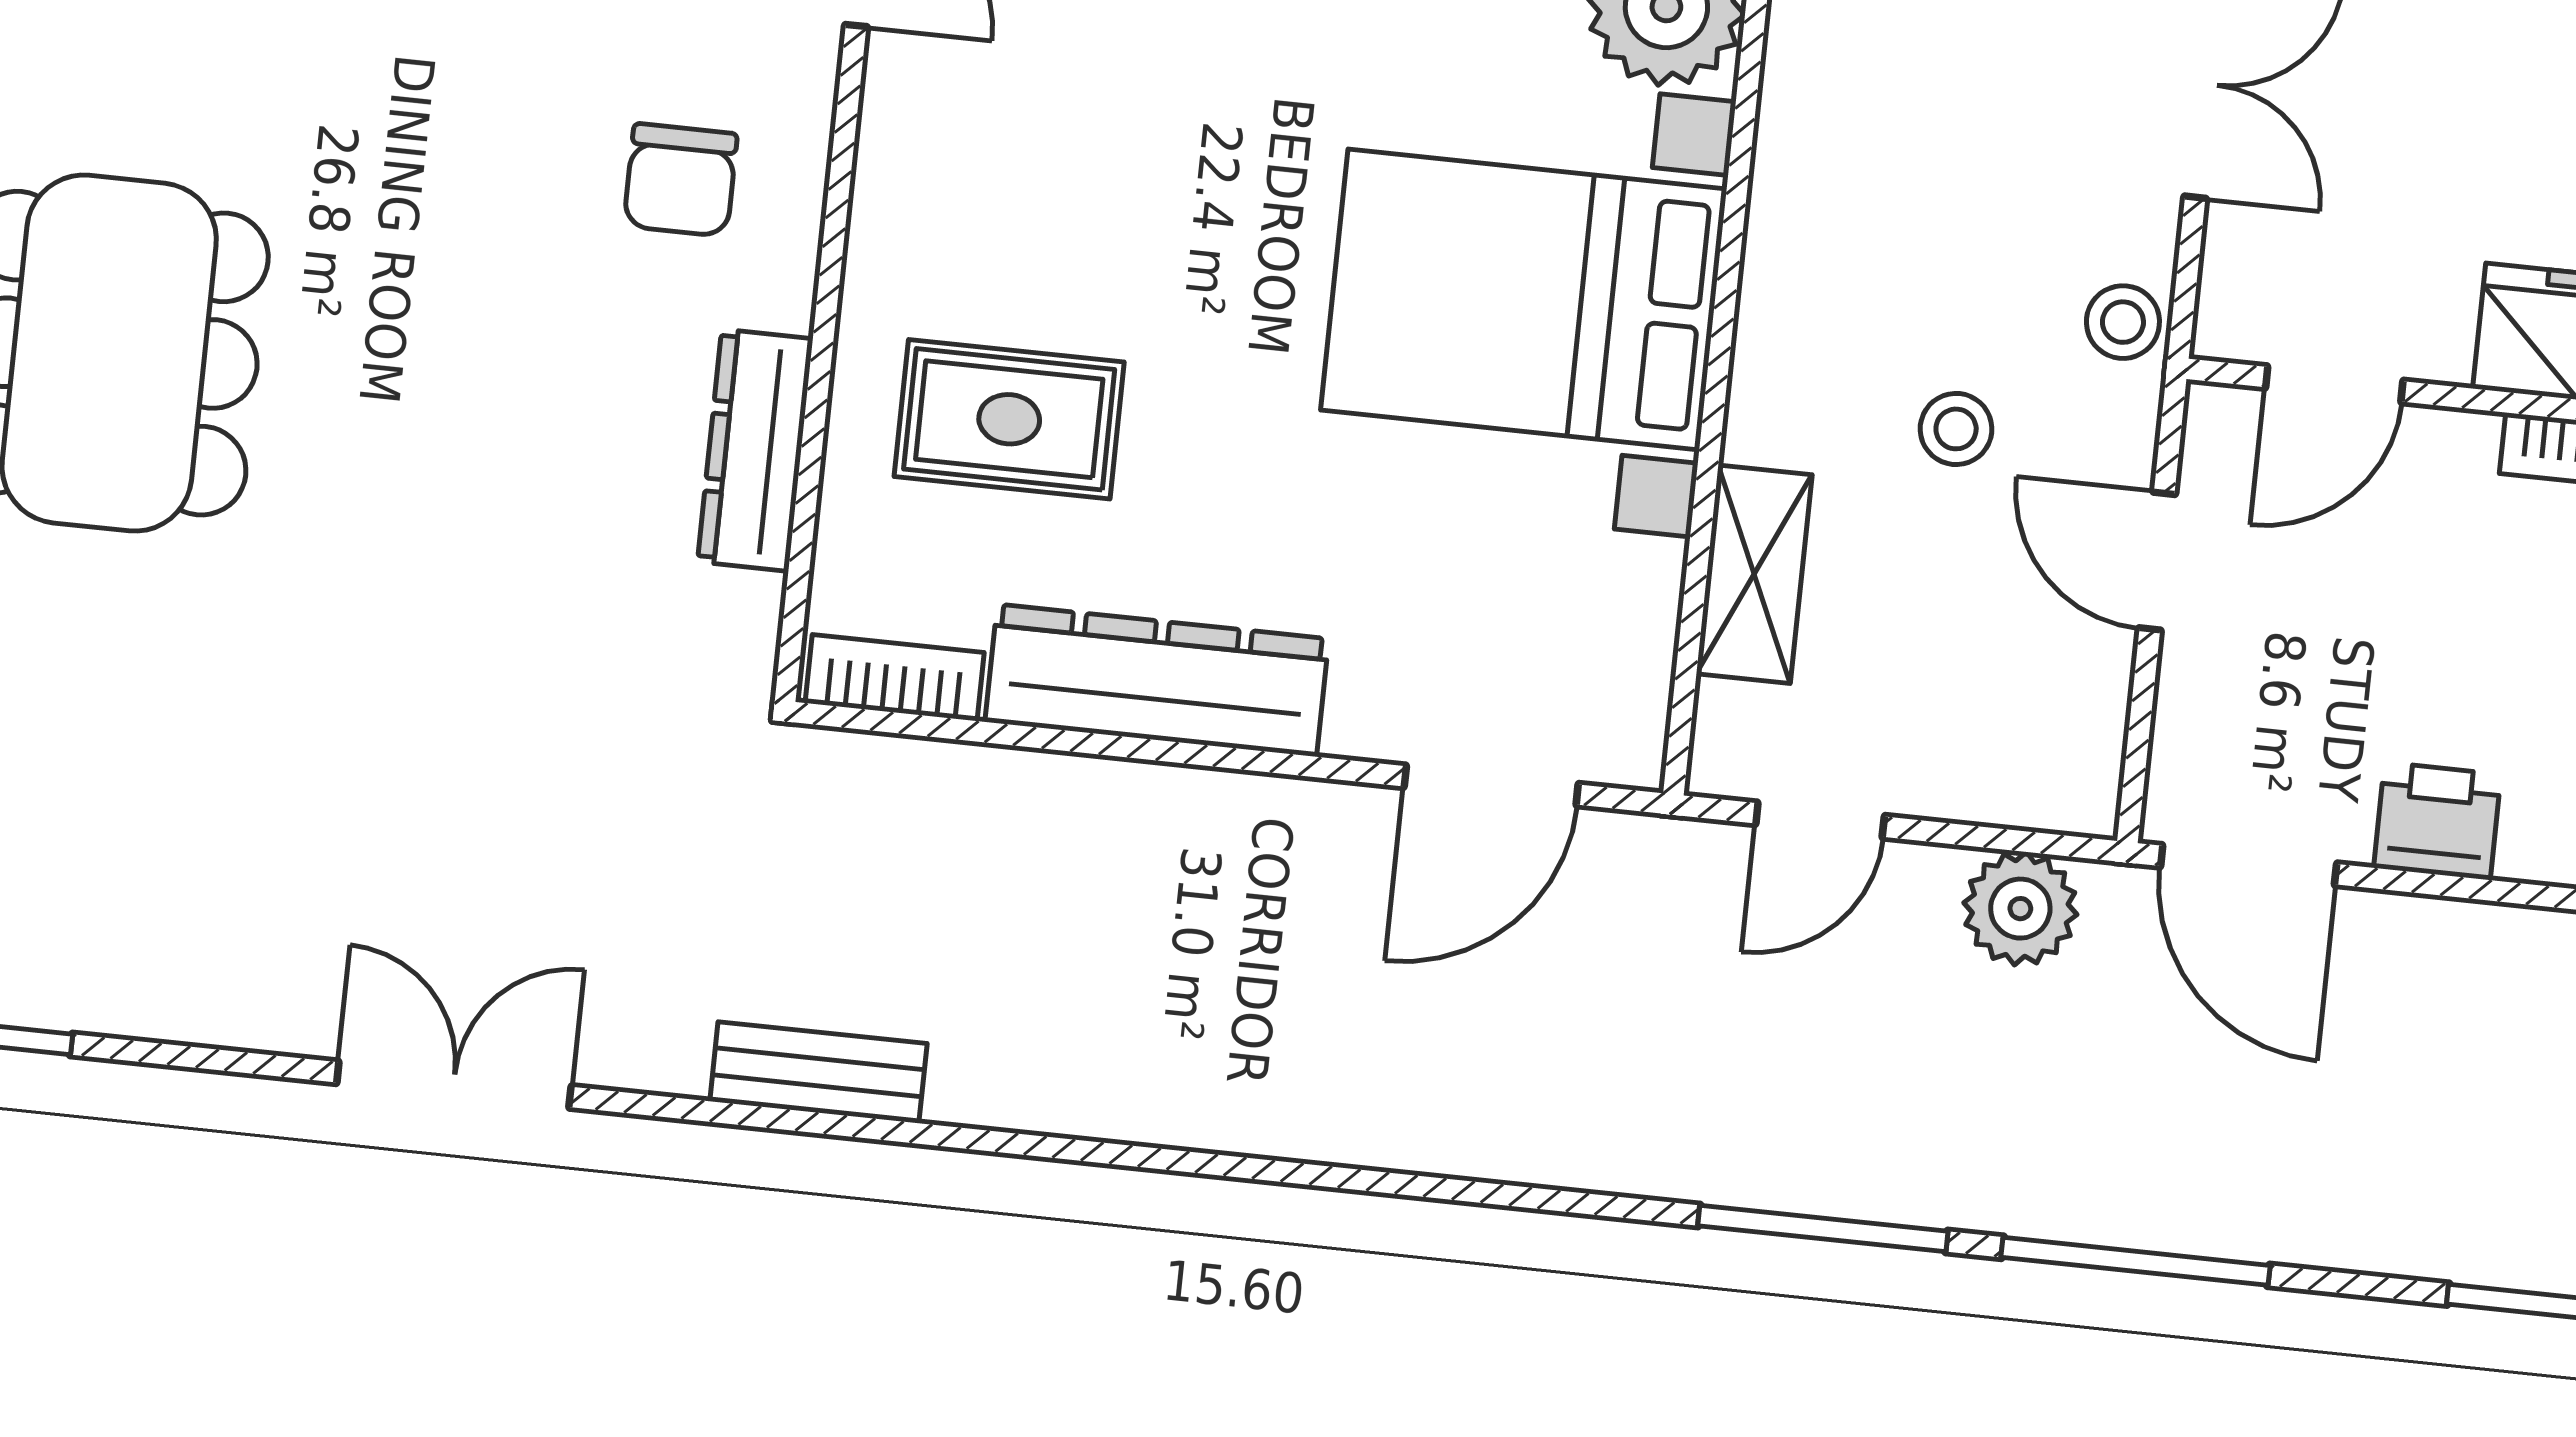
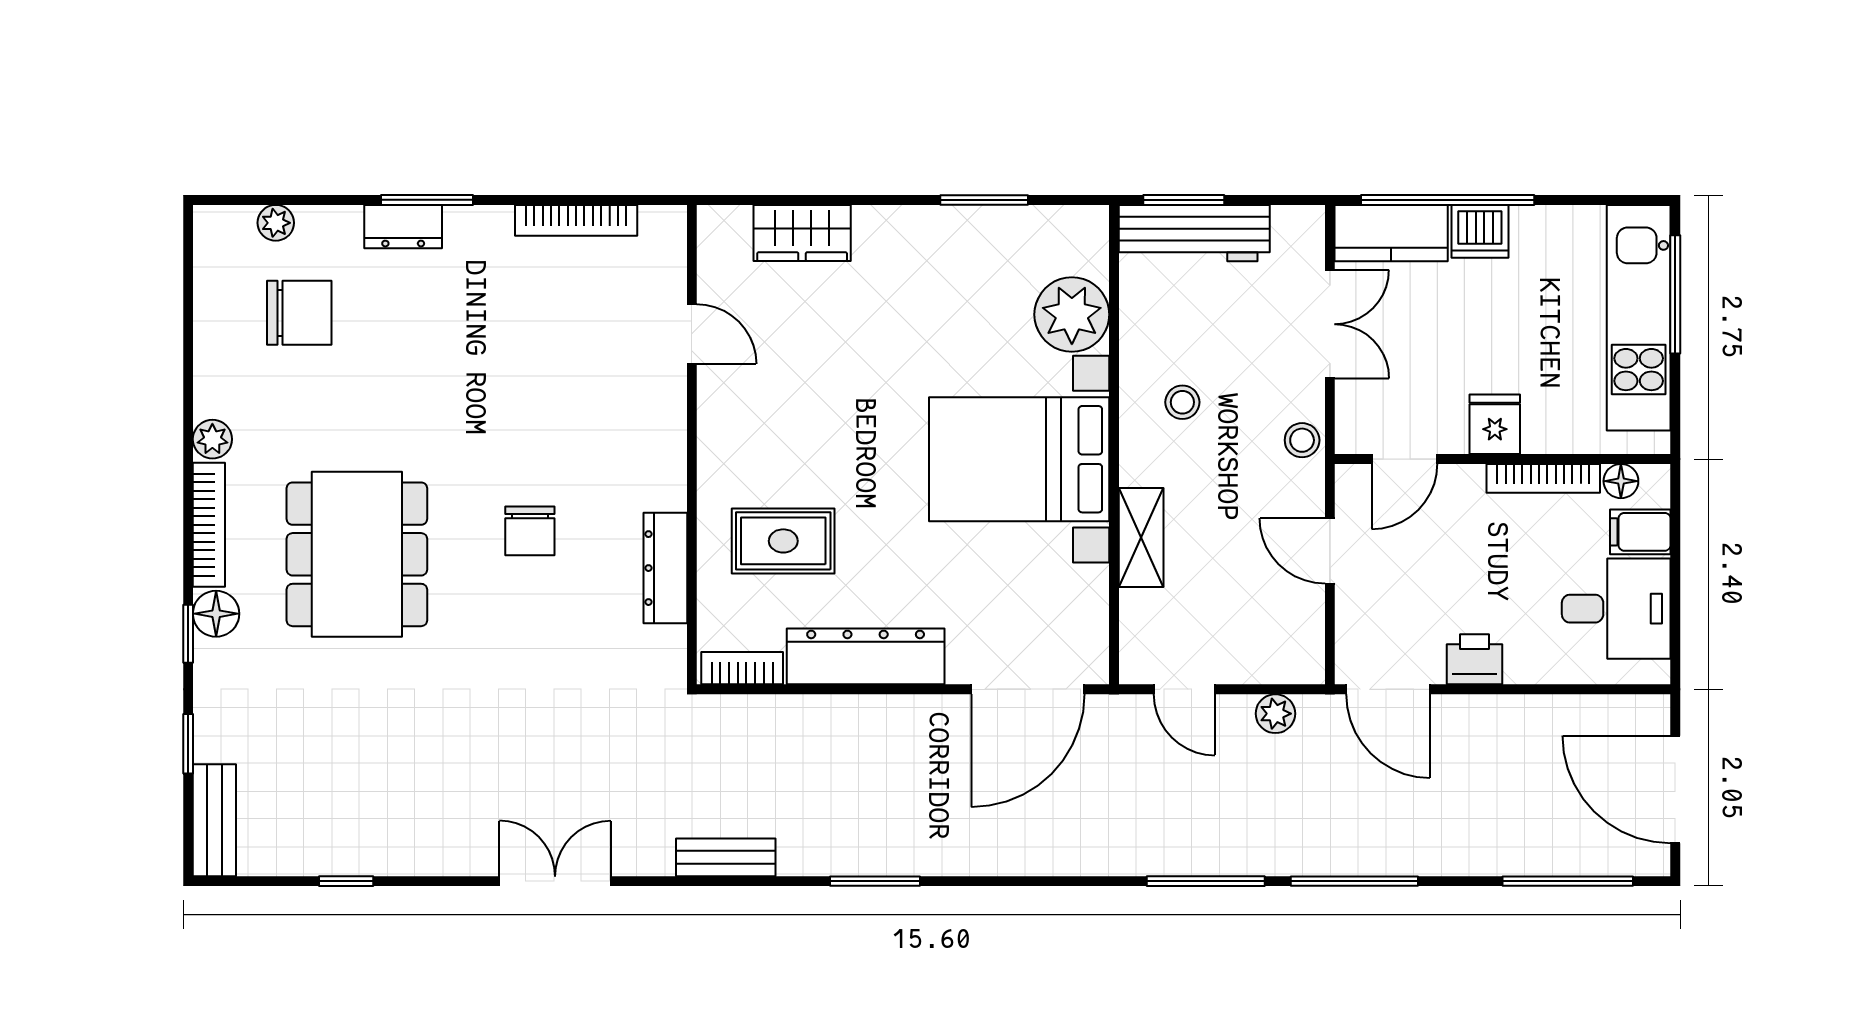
chair: (680, 180) -> (530, 531), moved
stool: (1956, 429) -> (1182, 402), moved
shelving: (1754, 574) -> (1141, 538), moved
door: (1491, 785) -> (1028, 689), width x1.36
door: (1820, 820) -> (1184, 689), hinge flipped
plant: (2020, 909) -> (1275, 714), width x0.73, depth x0.73
window: (1127, 1155) -> (875, 881), added

